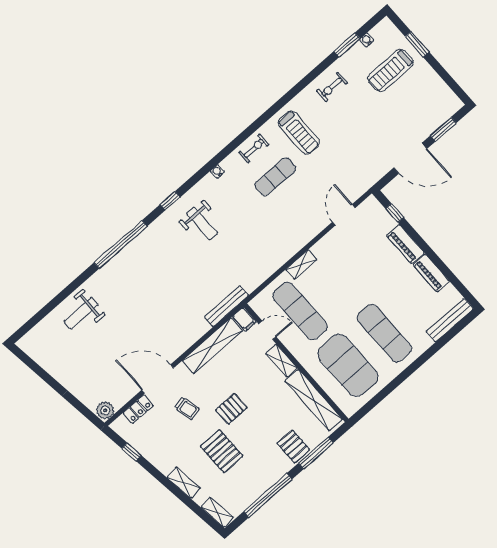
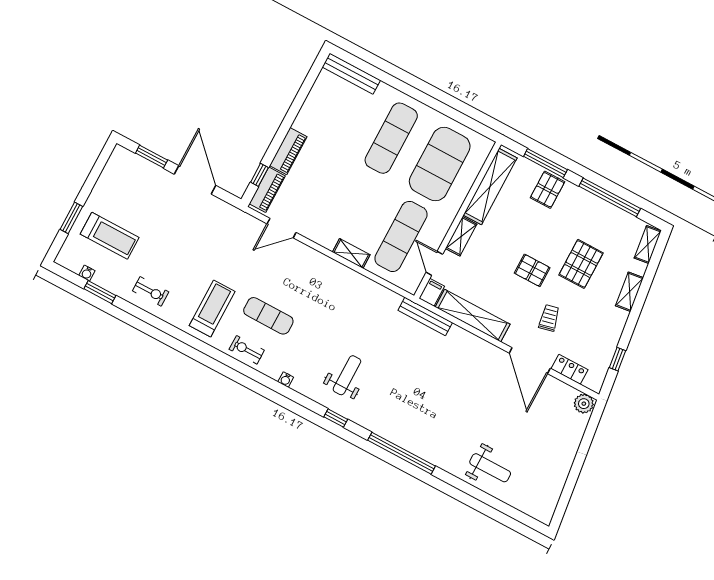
piano: (431, 273) -> (267, 190), moved

